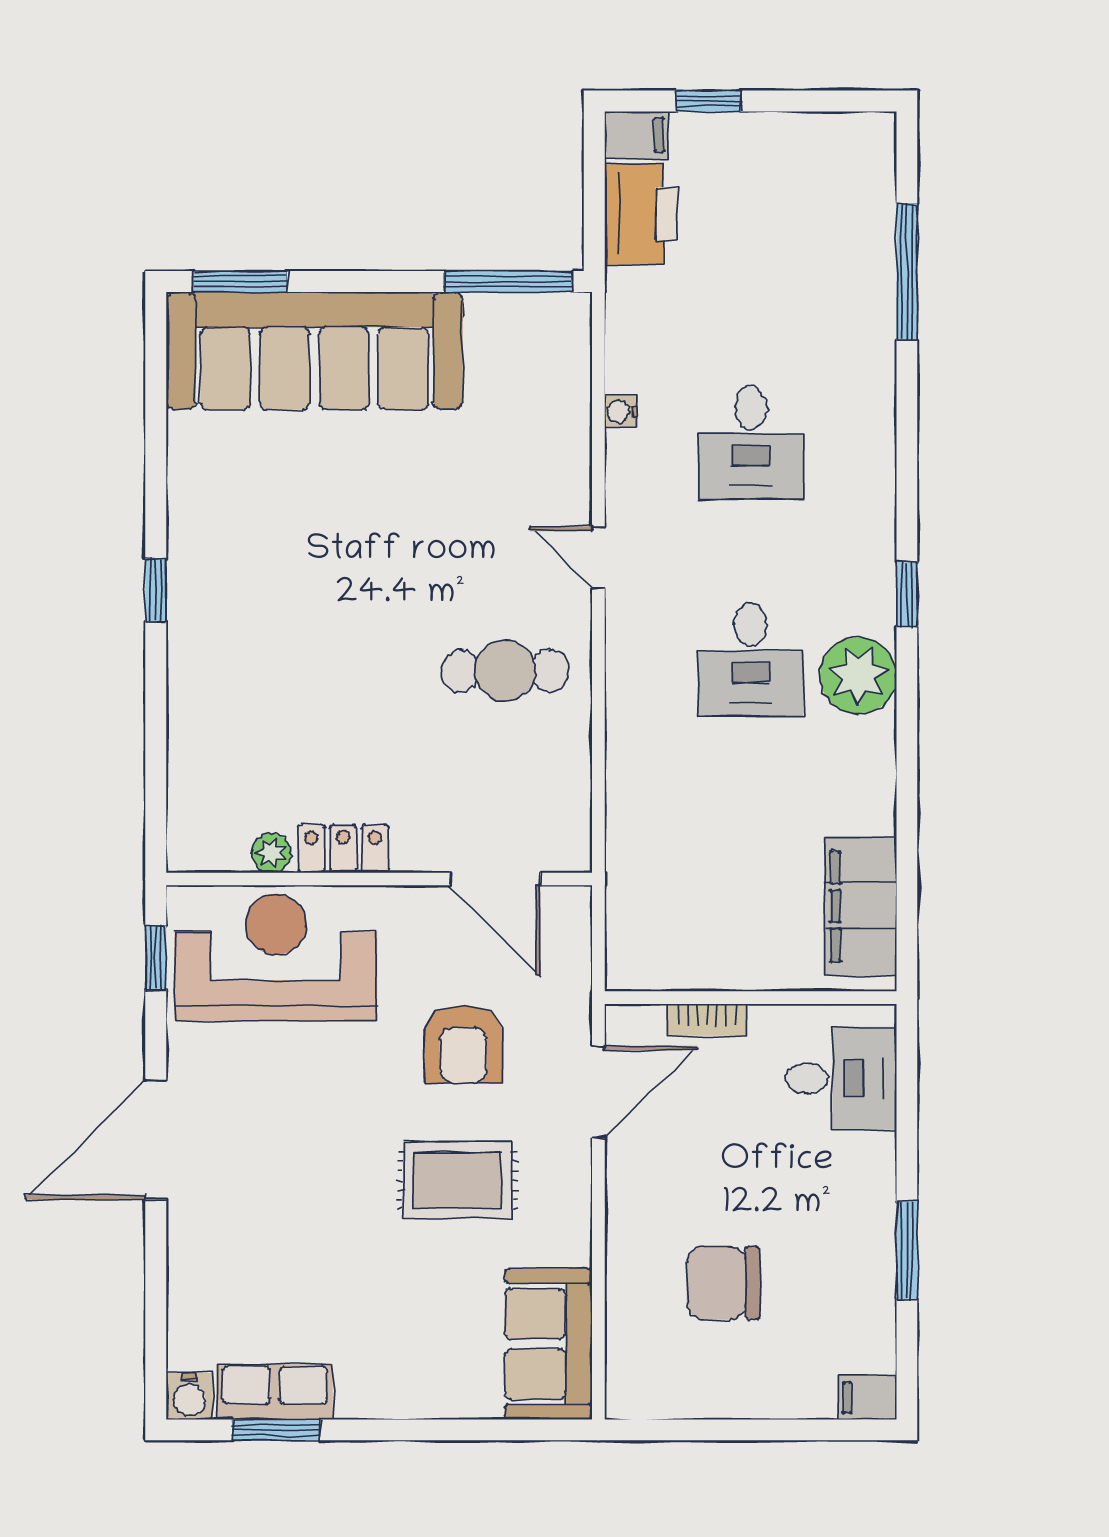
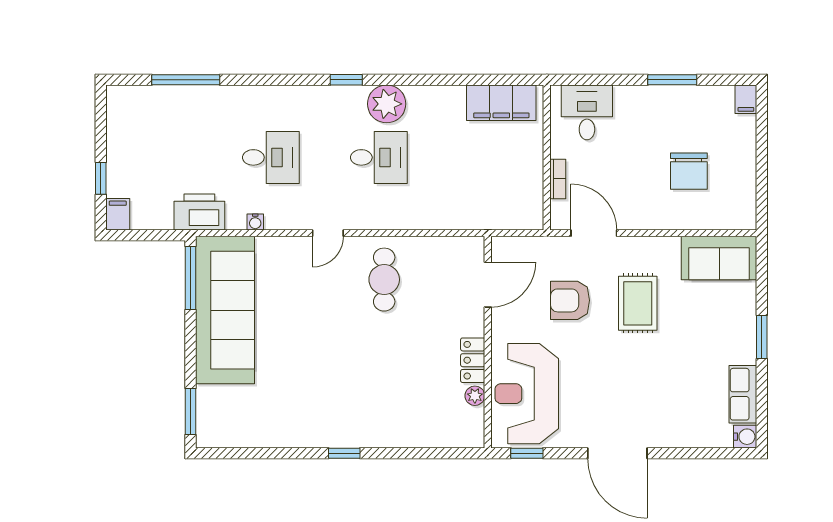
printer: (641, 214) -> (199, 212), moved
sofa: (314, 351) -> (225, 310), moved
armchair: (463, 1044) -> (570, 300), turned 180
window: (276, 1430) -> (762, 337), moved

